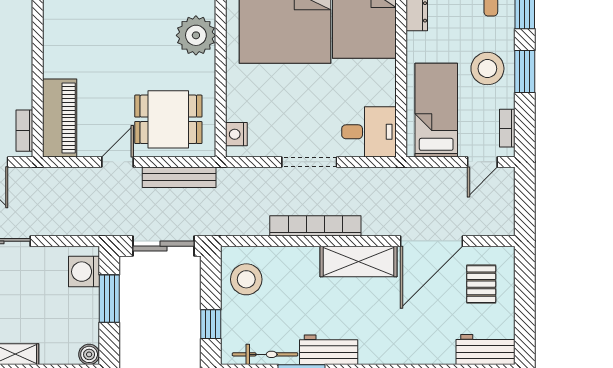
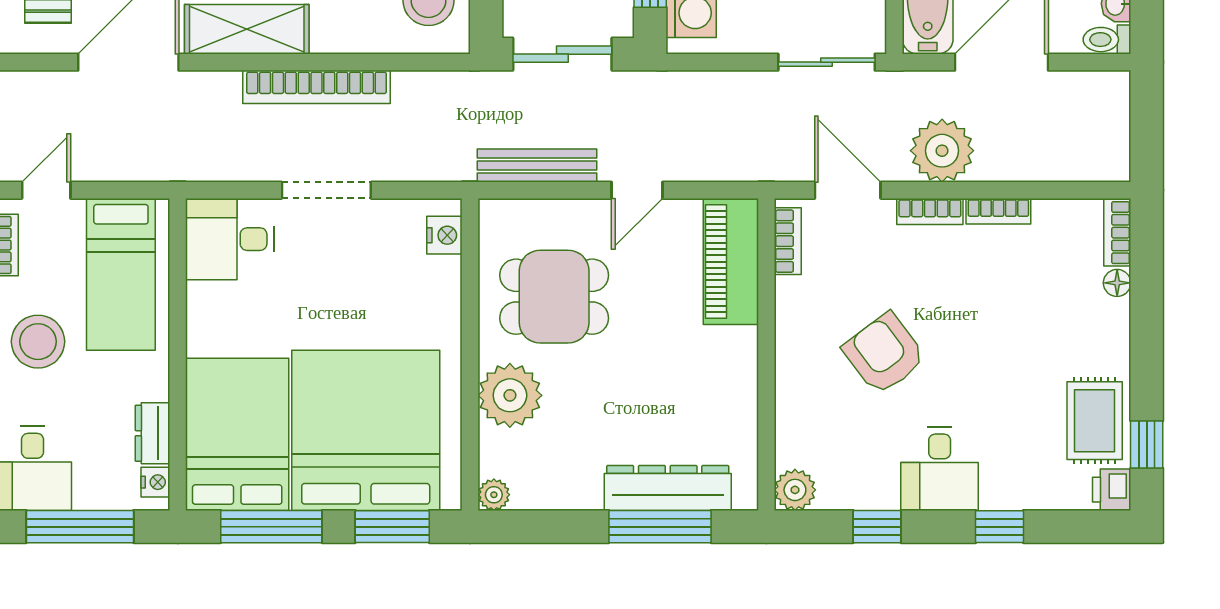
dining table: (168, 119) -> (554, 297), moved

